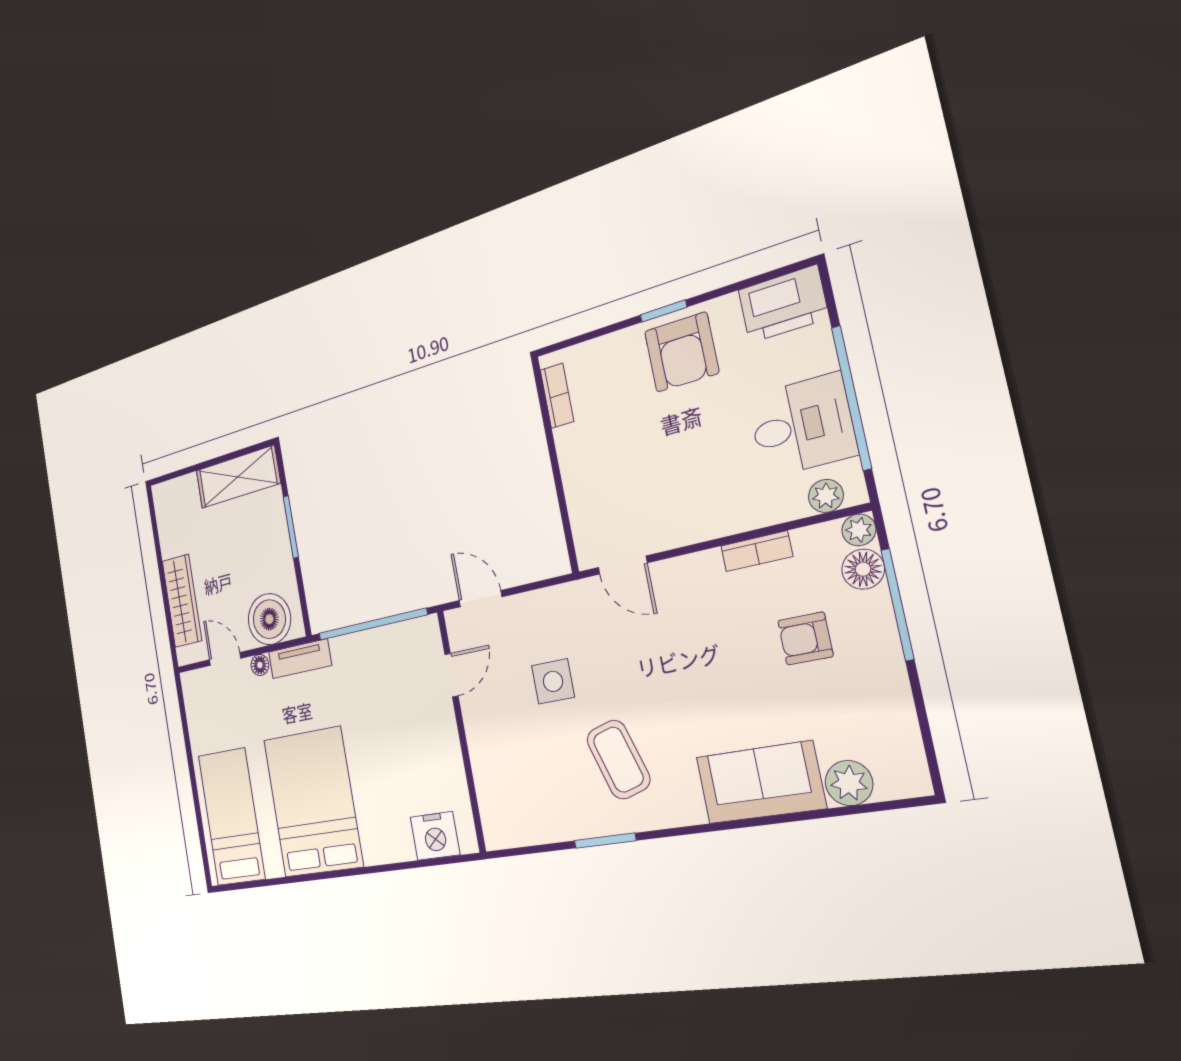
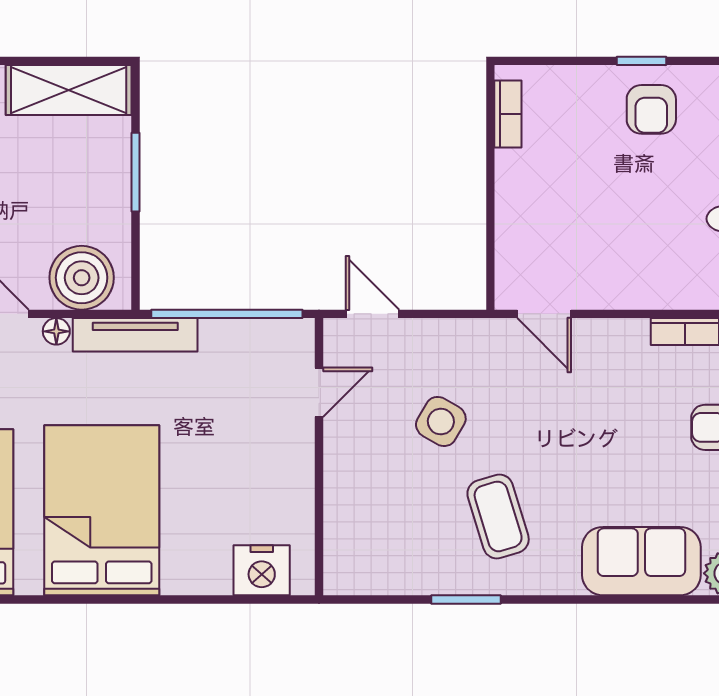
armchair: (681, 352) -> (651, 109), width x0.72, depth x0.72
tv unit: (300, 659) -> (135, 335), width x1.41
side table: (553, 681) -> (441, 421), turned 30

